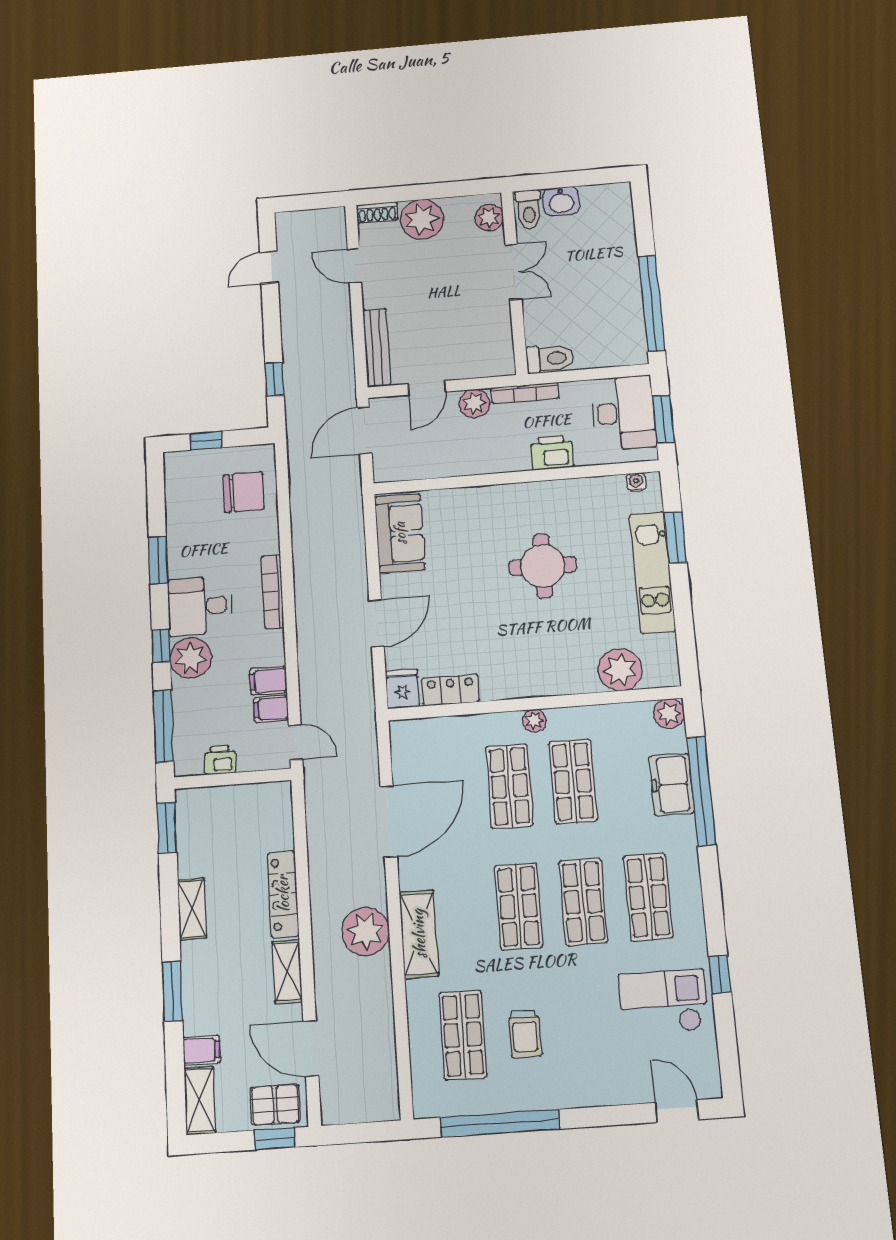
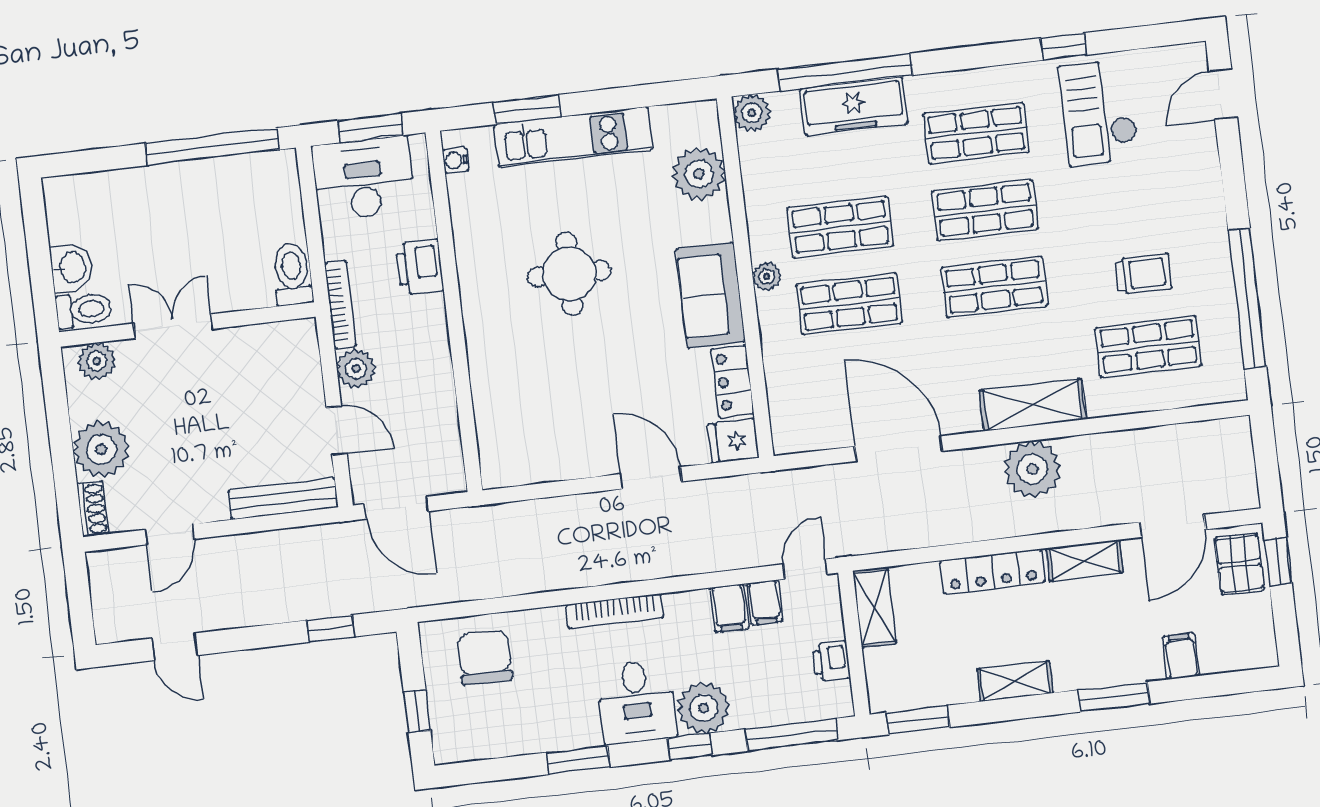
sofa: (400, 533) -> (711, 295), moved, turned -90
freezer: (672, 784) -> (854, 106), width x1.40
shelving: (200, 1100) -> (874, 607), moved, turned 90

